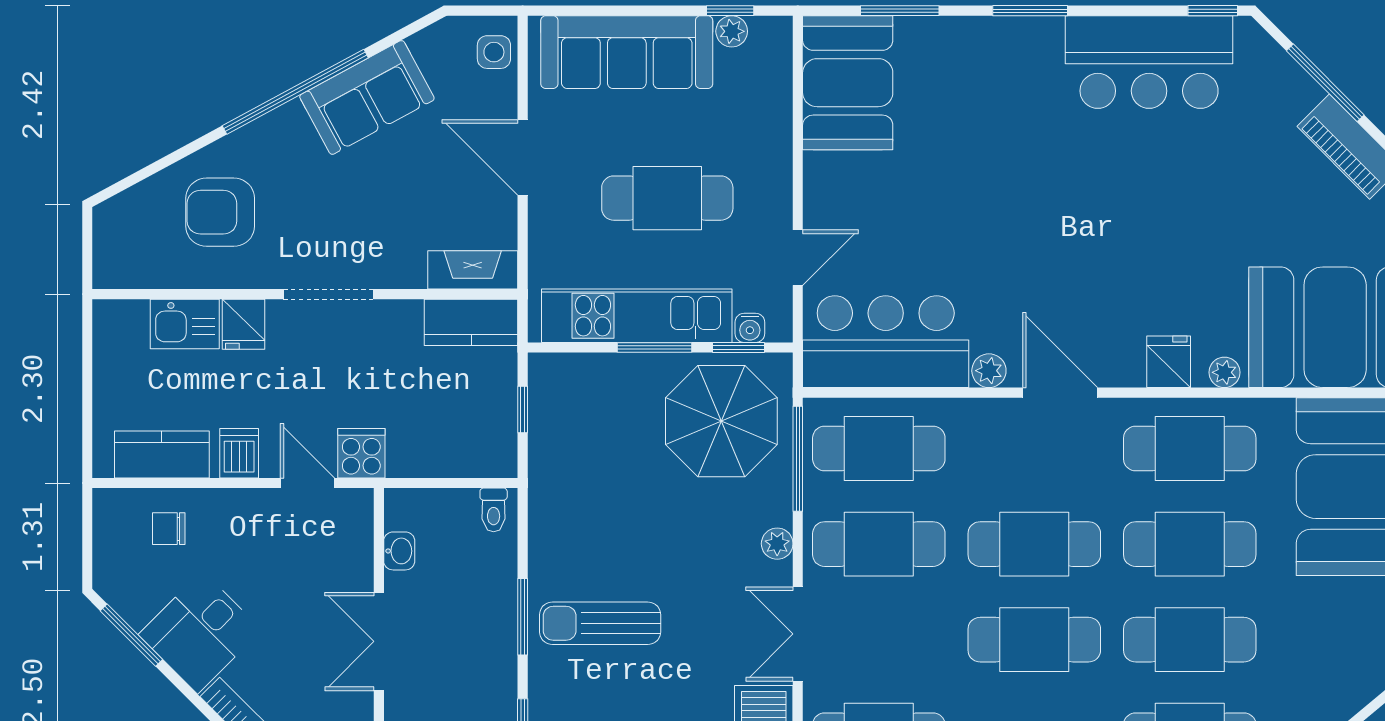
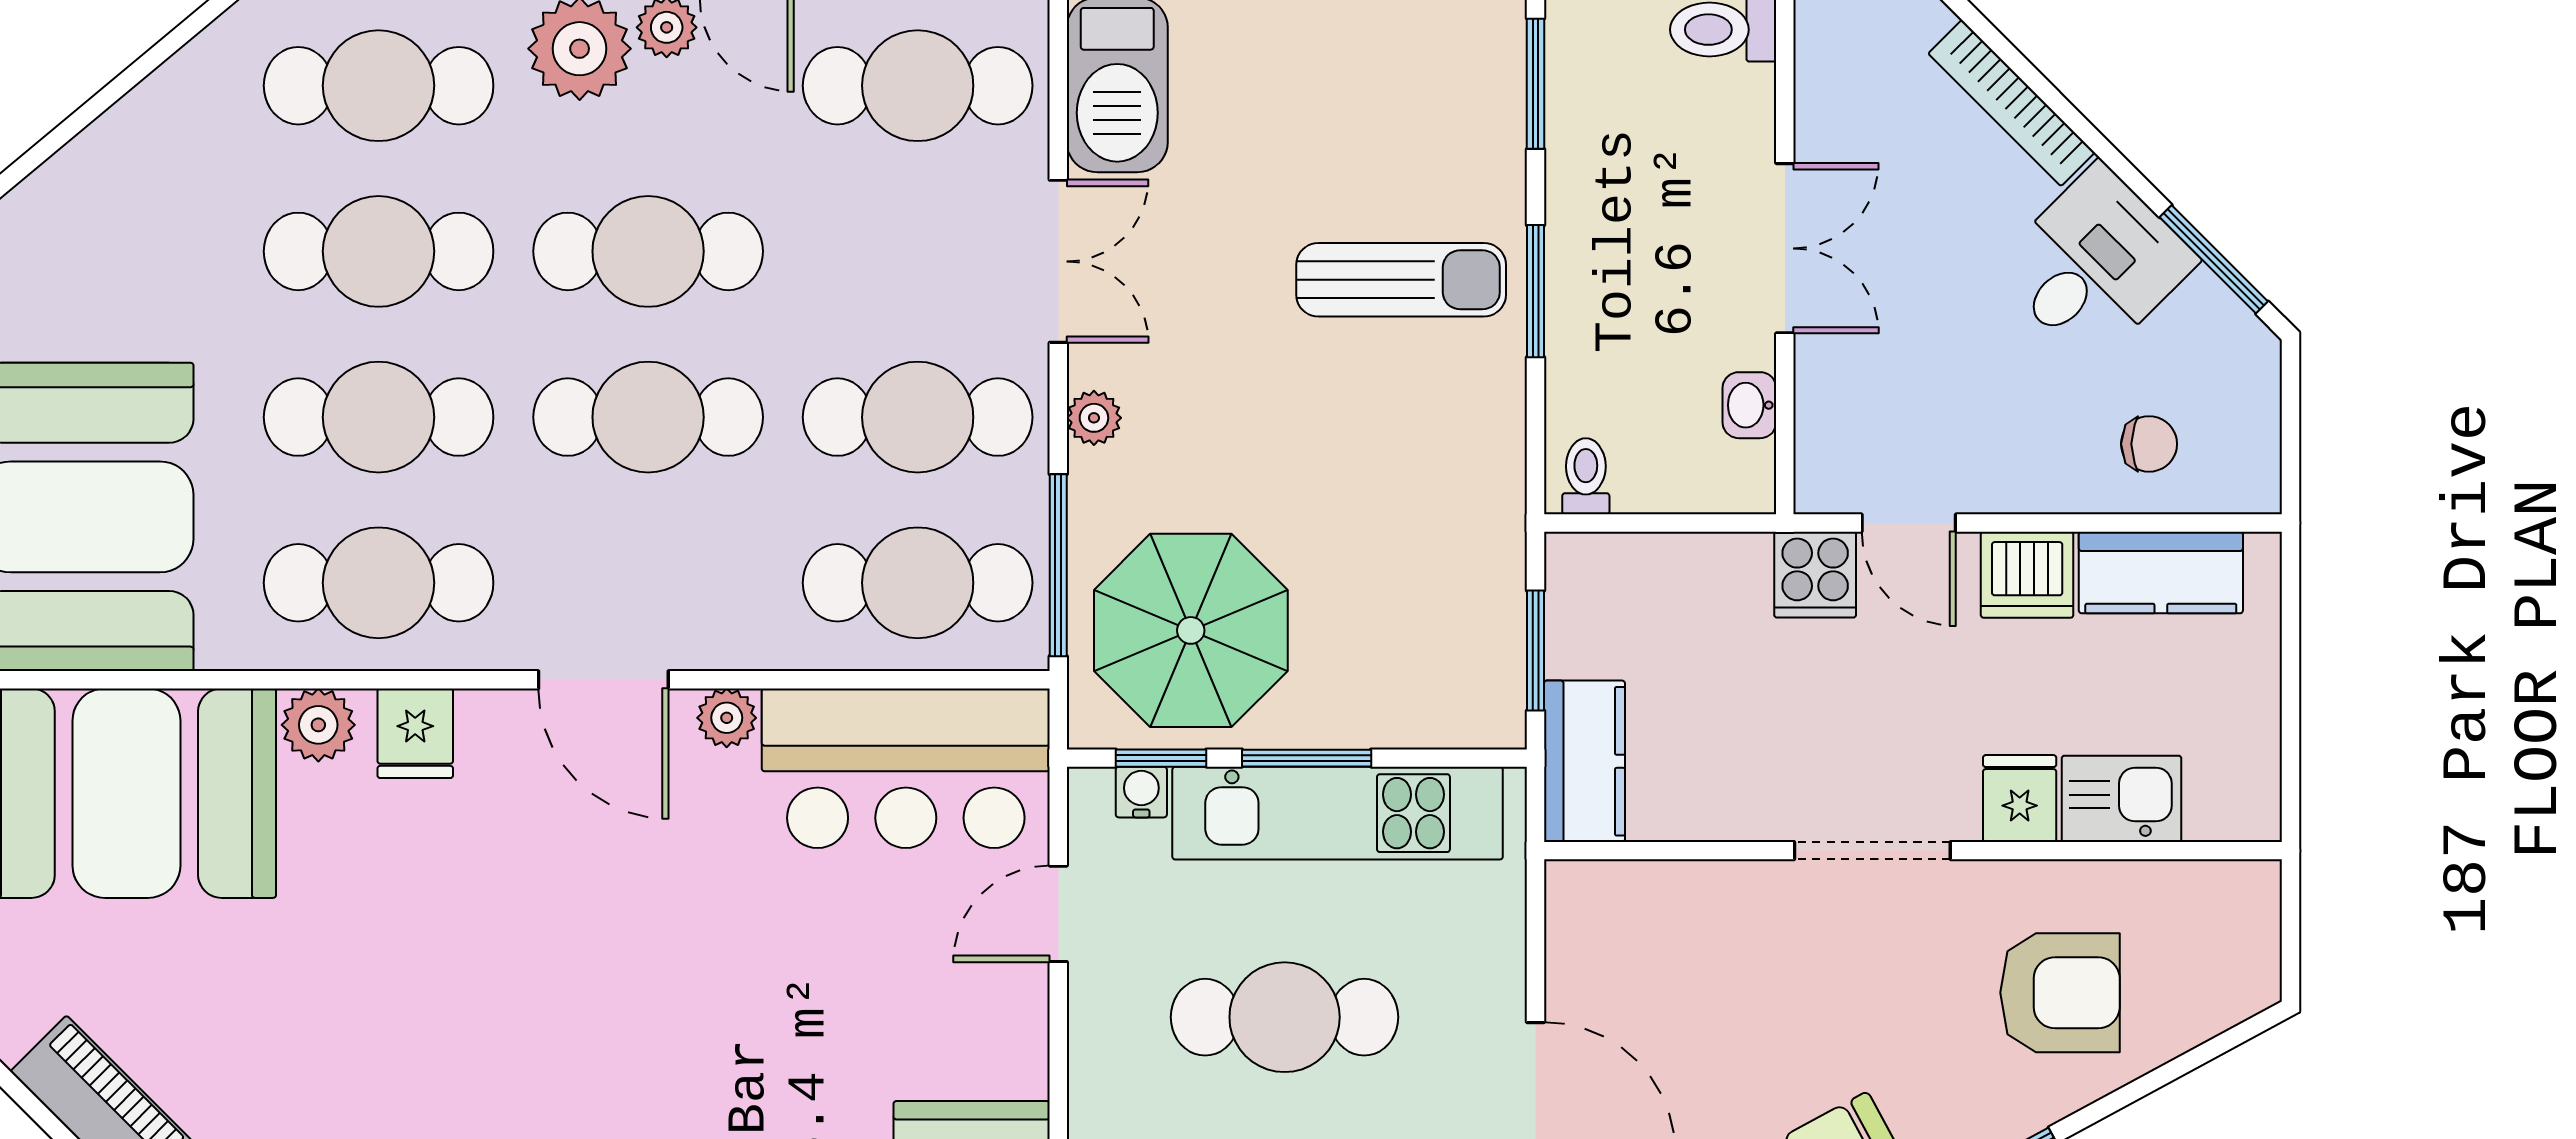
fireplace: (473, 270) -> (1622, 893), removed
kitchen counter: (471, 322) -> (1584, 761), moved, turned 90
plant: (1224, 372) -> (318, 725), width x1.38, depth x1.38
window: (523, 409) -> (1535, 651), width x1.50
dishwasher: (239, 453) -> (2027, 575), width x1.38

